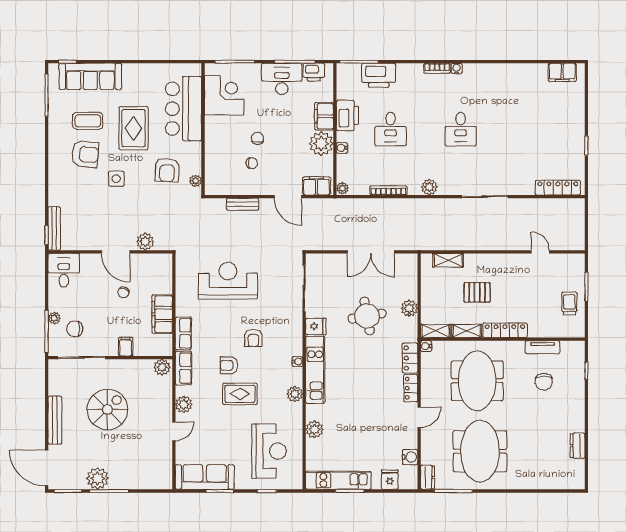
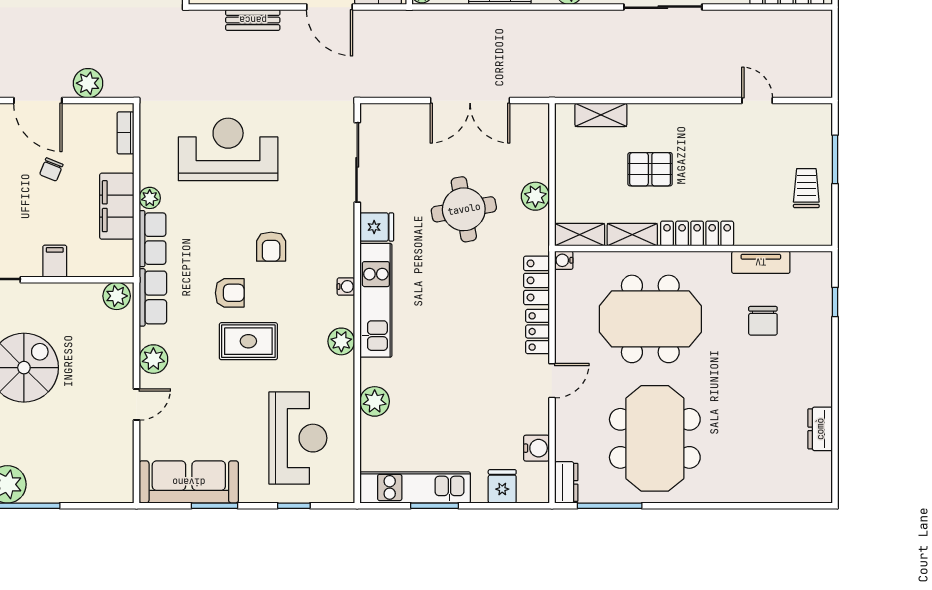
bookcase: (167, 271) -> (125, 133), added
plant: (182, 309) -> (150, 198), added
armchair: (229, 365) -> (230, 293), turned 180
meeting table: (477, 381) -> (650, 319), turned 90

